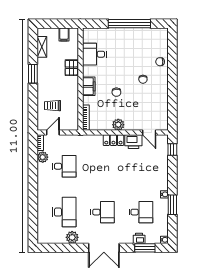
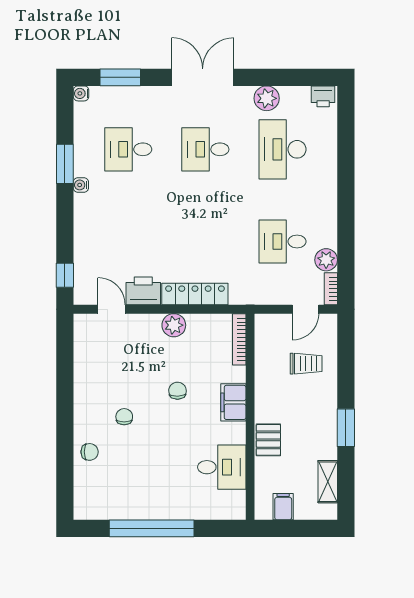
locker: (113, 140) -> (195, 294), width x1.53
printer: (139, 238) -> (323, 96), moved

